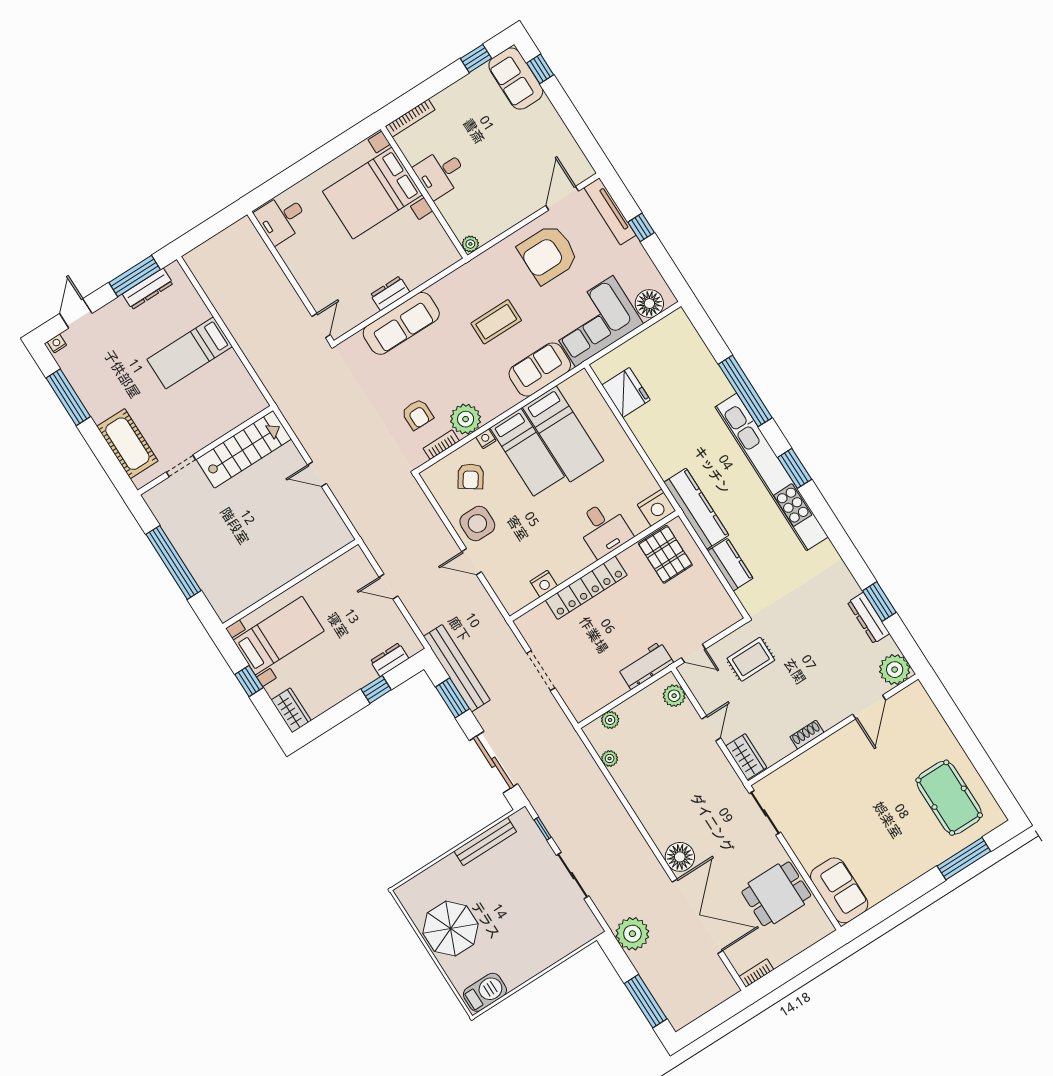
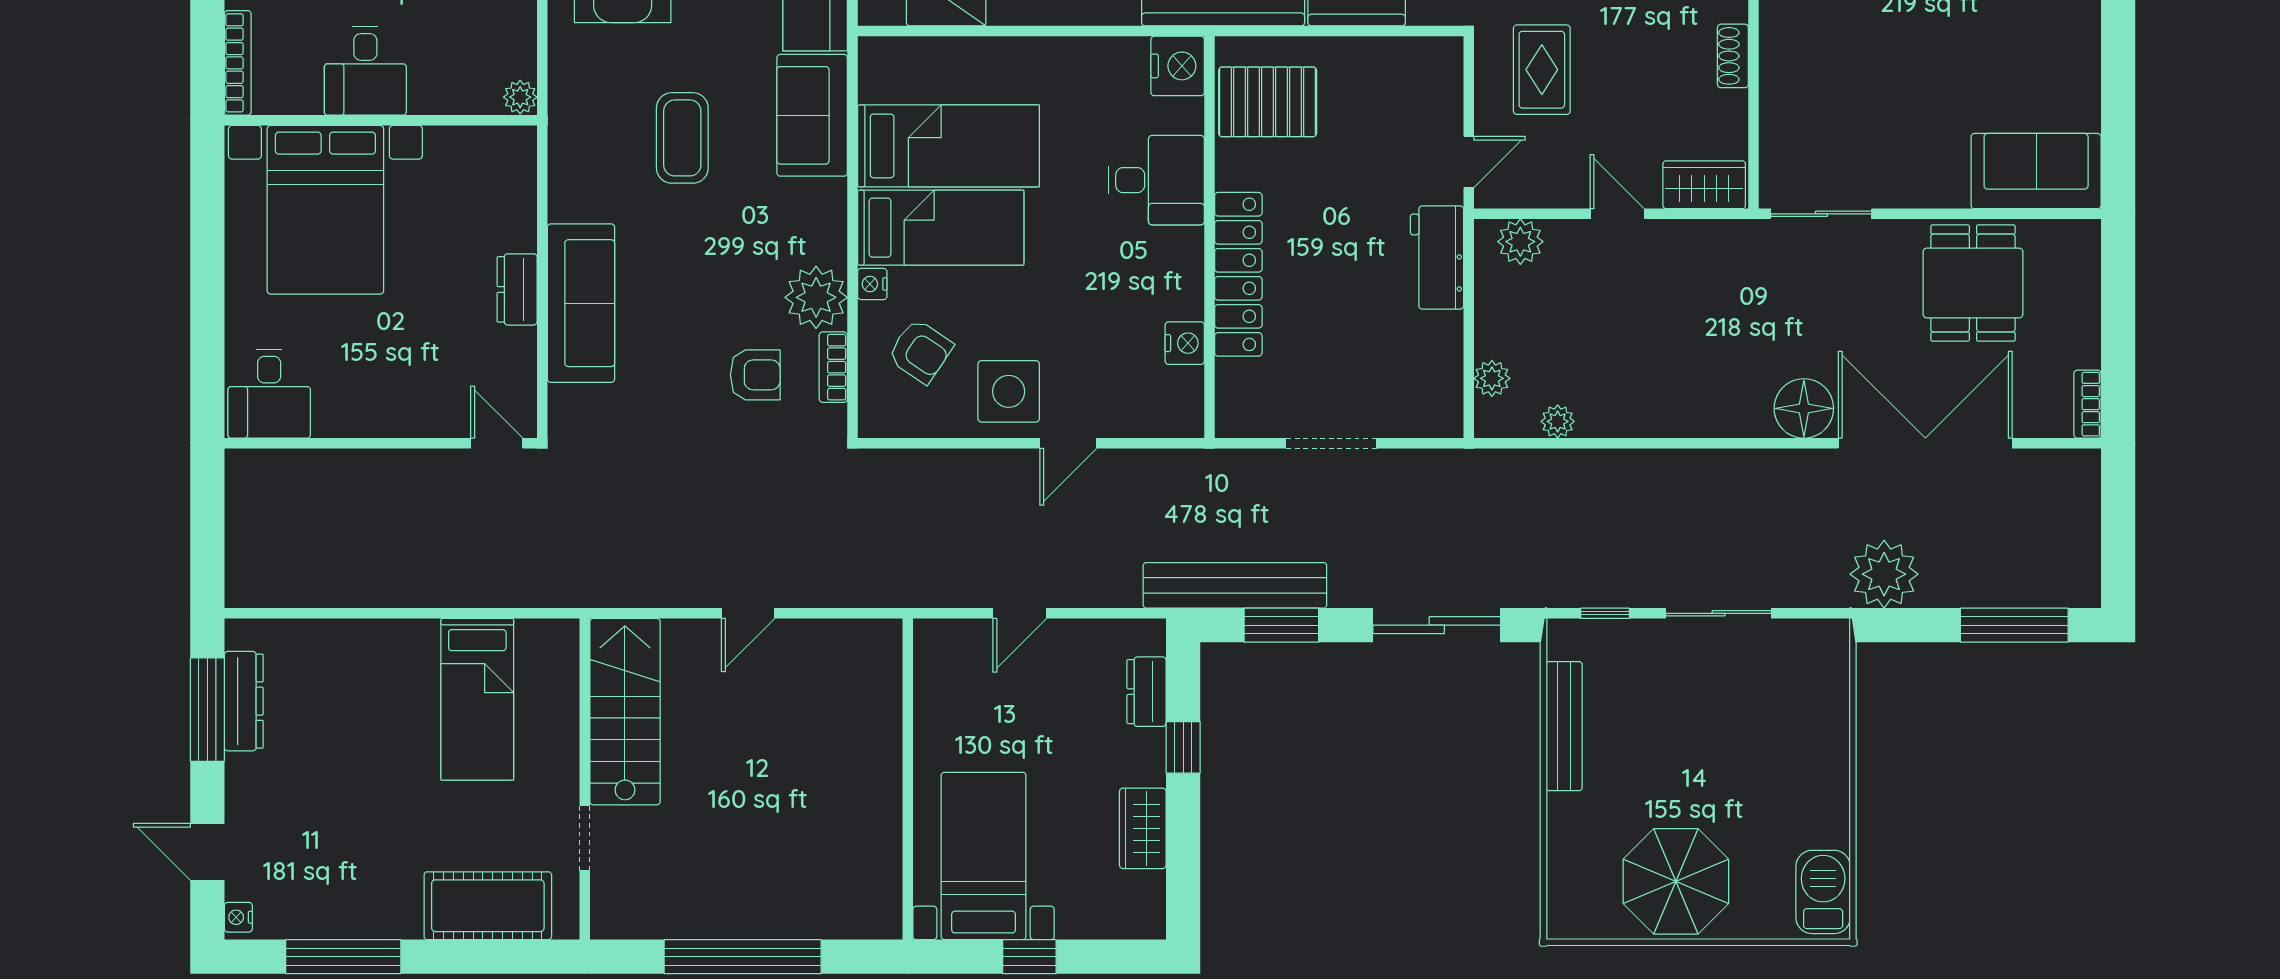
bed: (190, 353) -> (477, 699), moved
wardrobe: (291, 710) -> (1143, 828), moved, turned -90

